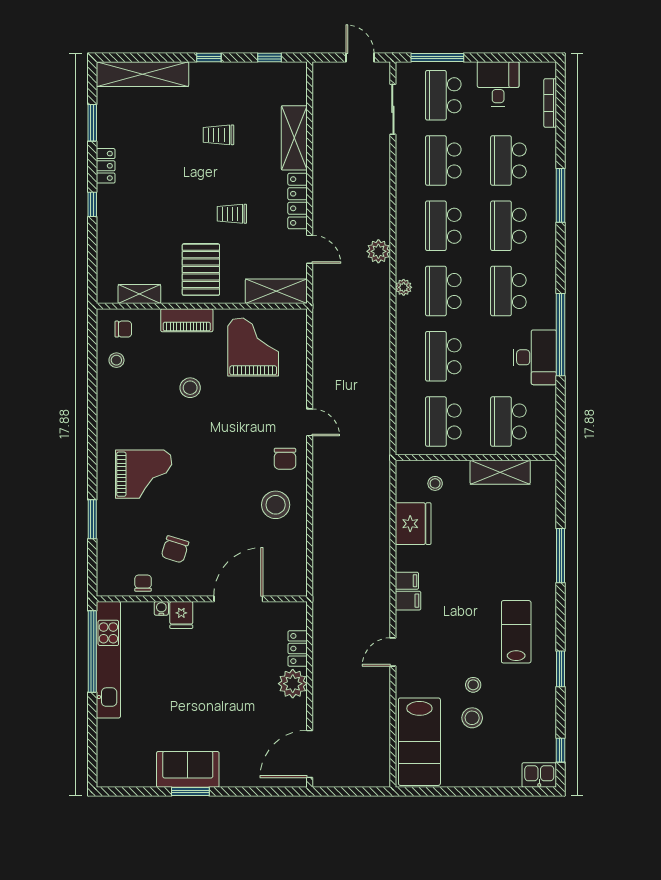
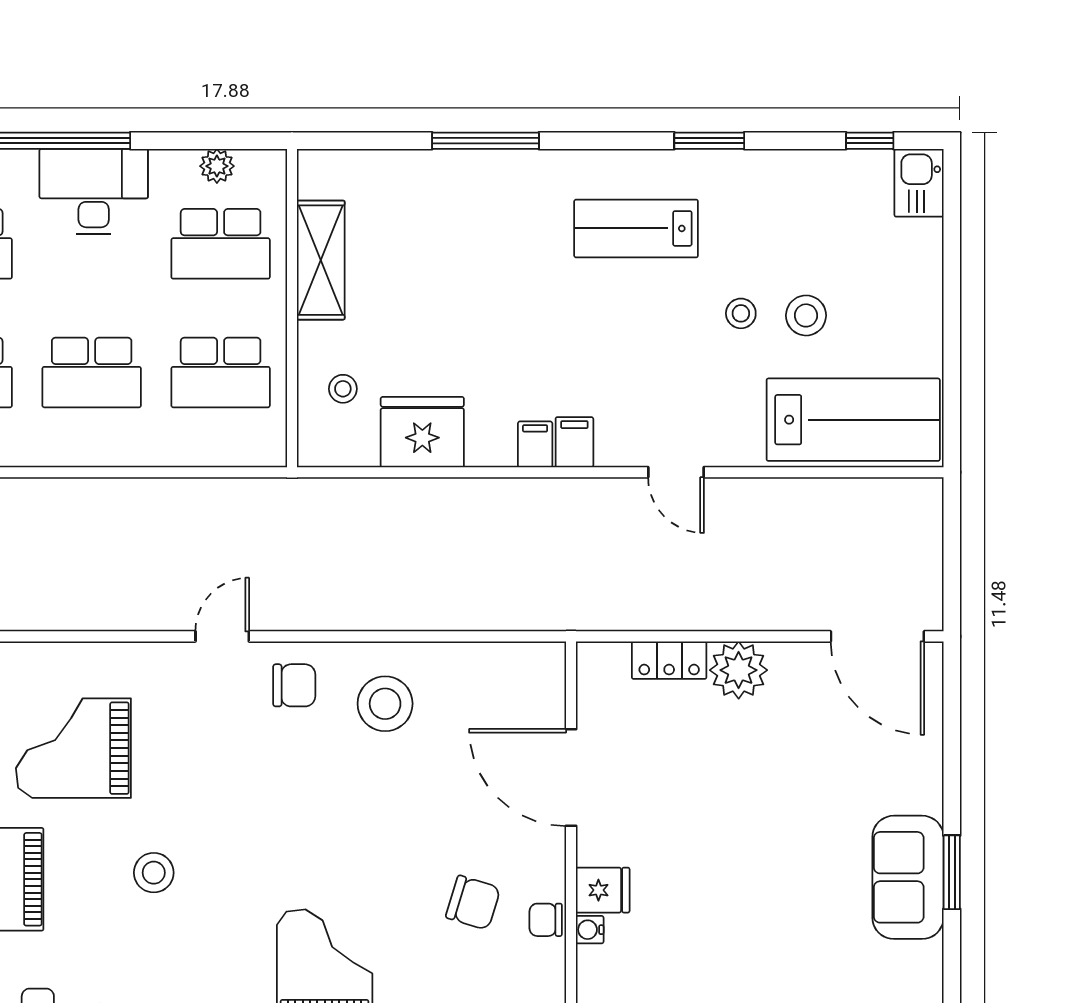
plant: (548, 420) -> (217, 166), added
chair: (143, 583) -> (546, 920), moved

